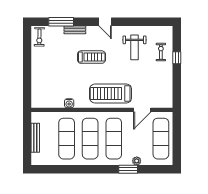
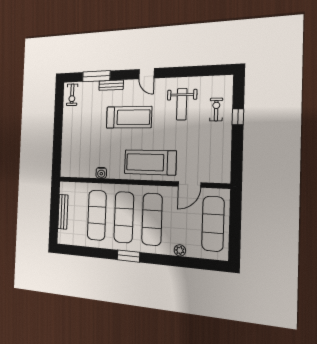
treadmill: (91, 57) -> (129, 117), width x1.37, depth x1.38
window: (128, 169) -> (128, 256), moved

